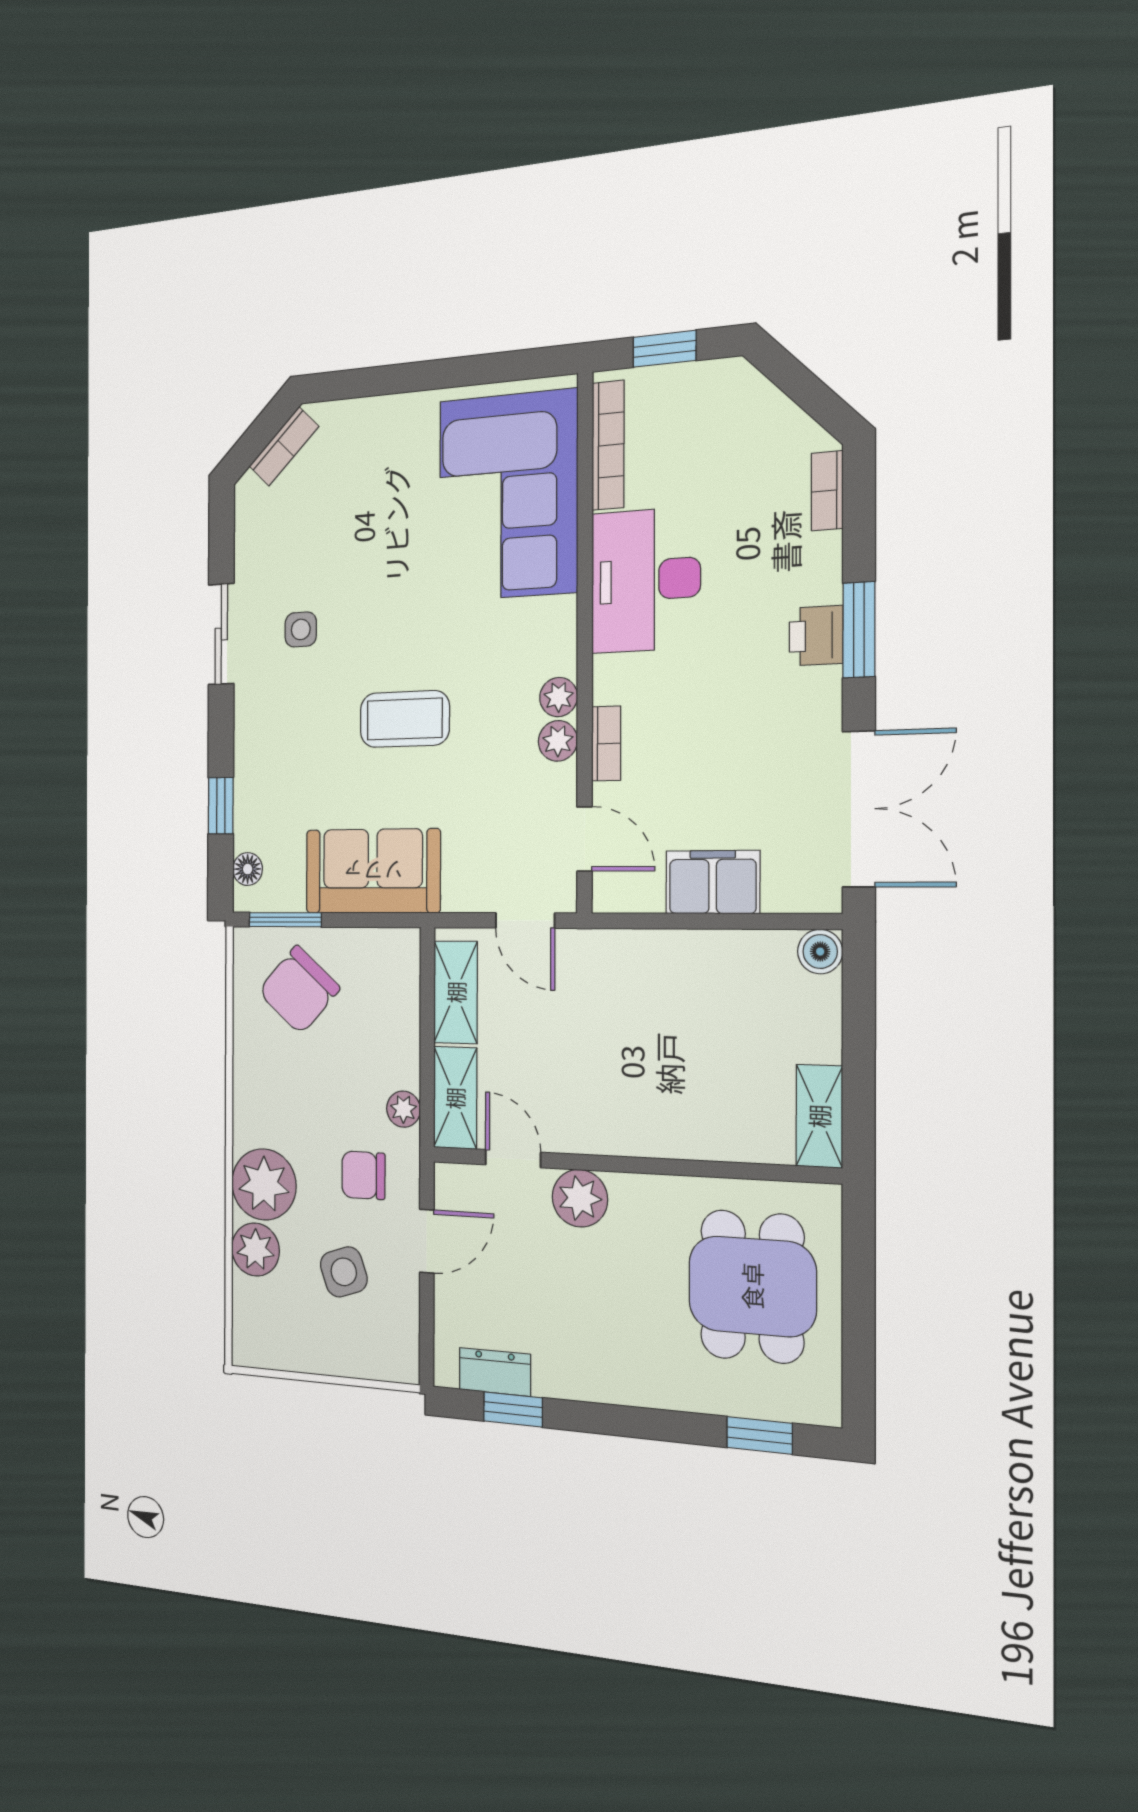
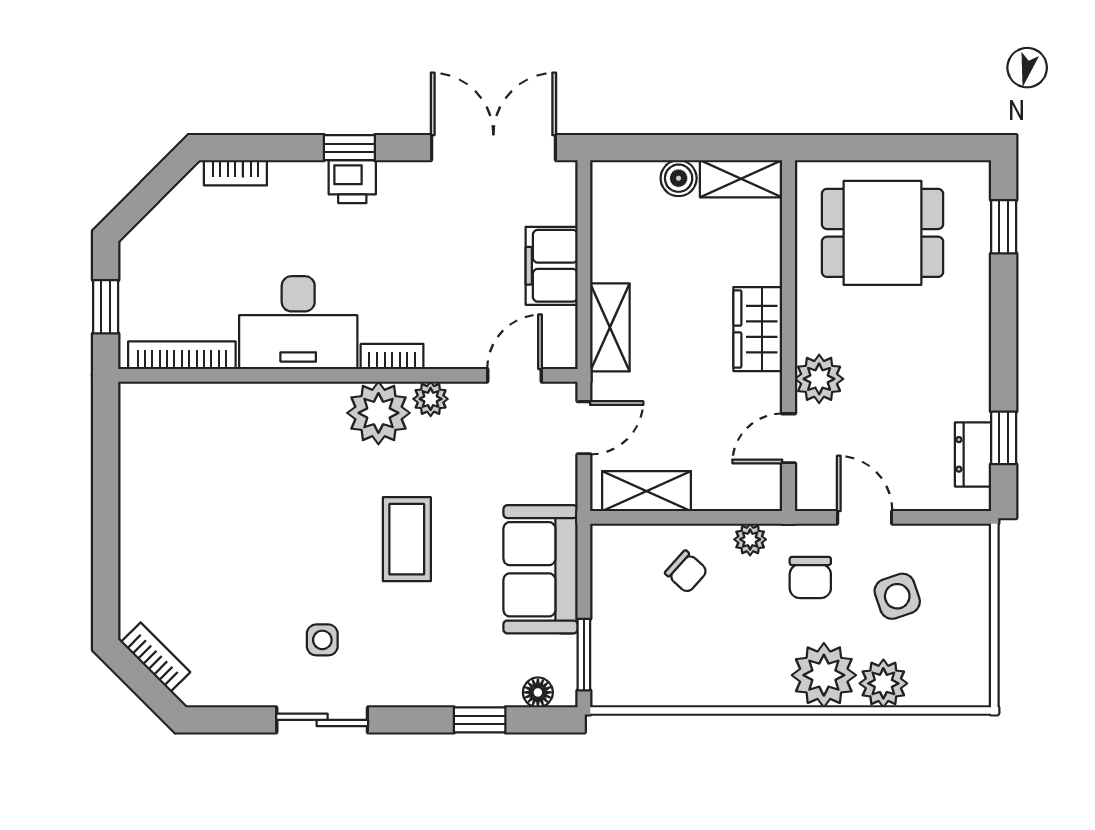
corner sofa: (508, 496) -> (218, 444), removed
window: (859, 630) -> (349, 148), width x0.67
plant: (559, 697) -> (378, 413), width x1.87, depth x1.87
bookcase: (606, 743) -> (392, 357), moved
boiler: (820, 952) -> (679, 178), moved
chair: (299, 990) -> (686, 572), moved, width x0.54, depth x0.54
shelving: (455, 1098) -> (610, 327), moved, turned 90
wardrobe: (637, 1129) -> (758, 329), added

